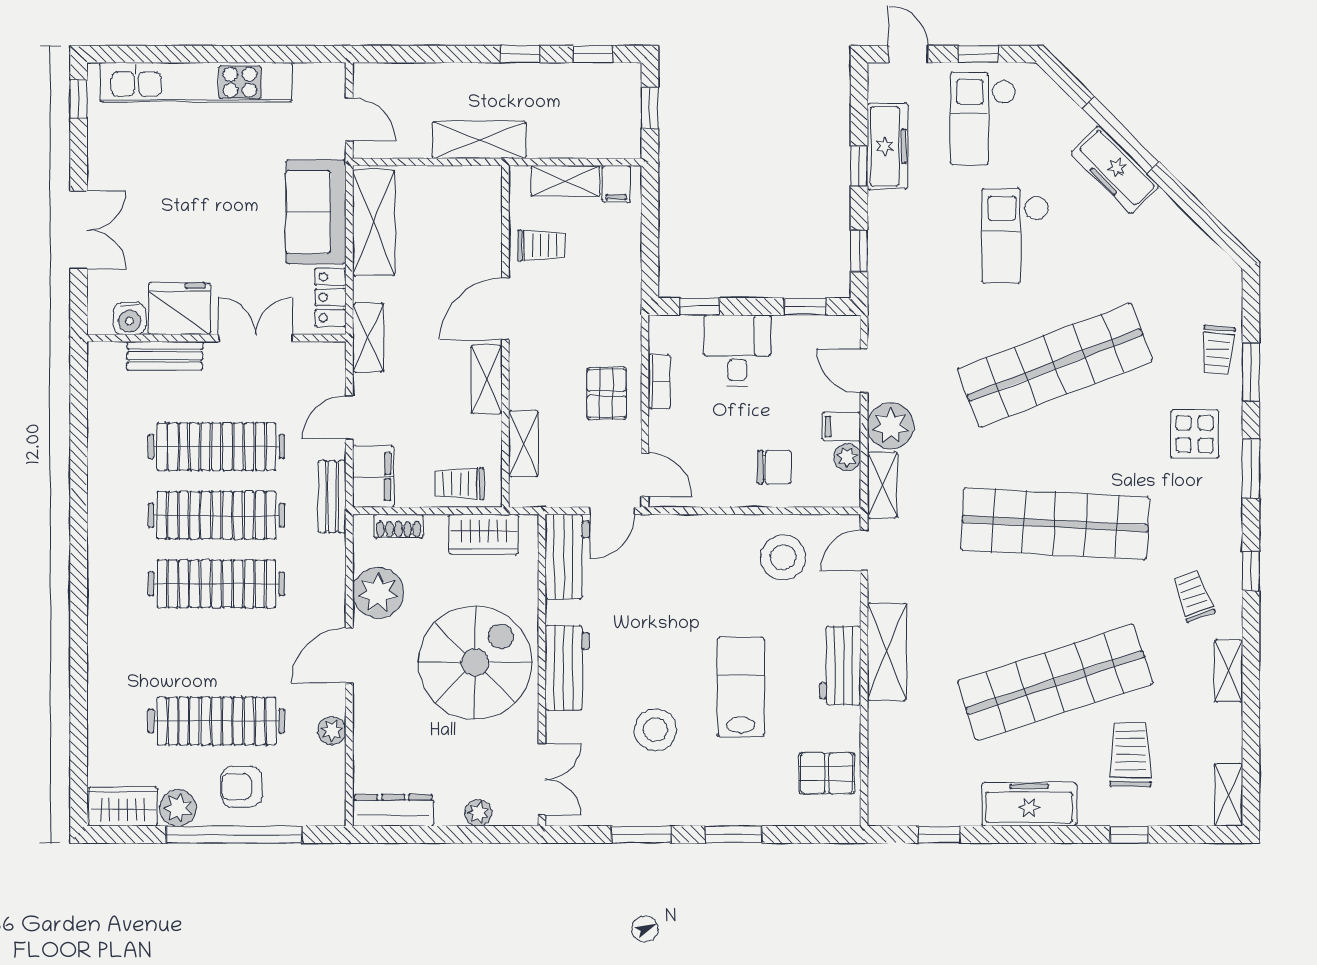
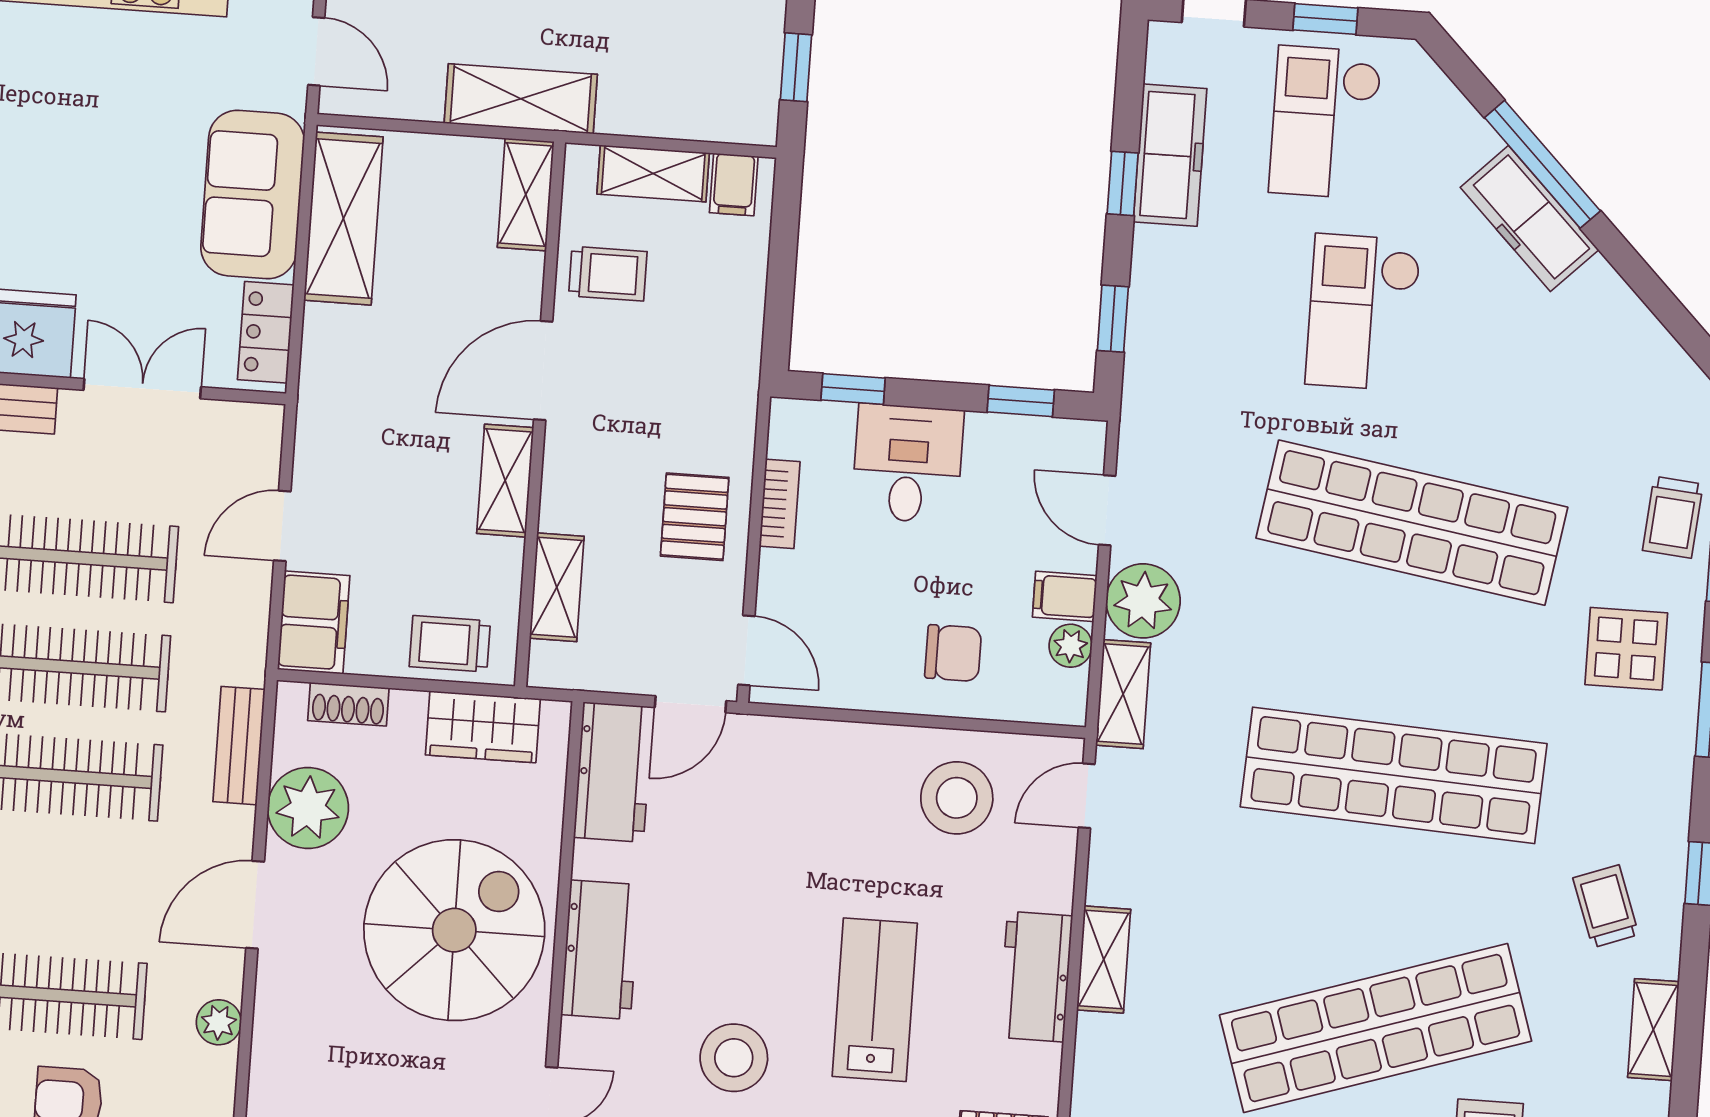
shelving: (368, 338) -> (526, 194), moved
shop shelf: (1055, 365) -> (1412, 523), turned 30
bench: (332, 497) -> (239, 746), moved
shelving: (887, 652) -> (1104, 960), width x0.67, depth x0.75

